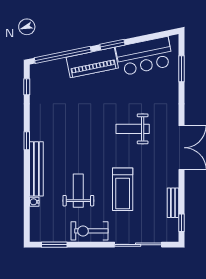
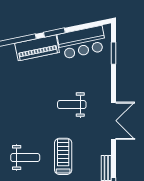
treadmill: (123, 189) -> (63, 156), turned 180
weight bench: (78, 191) -> (25, 158), turned 90

